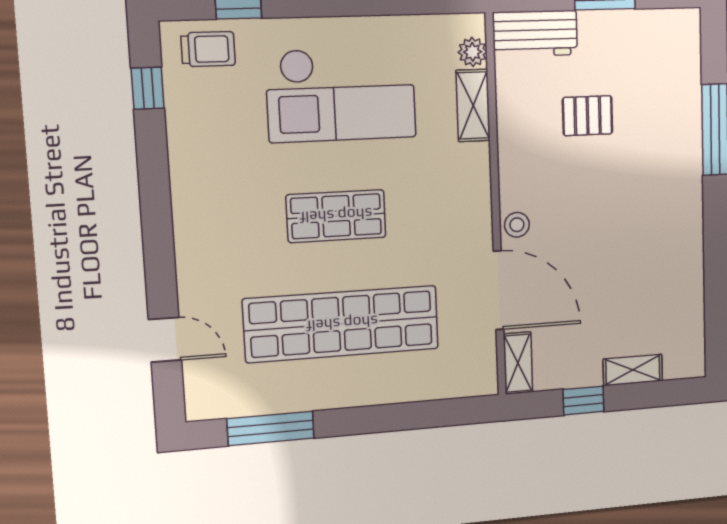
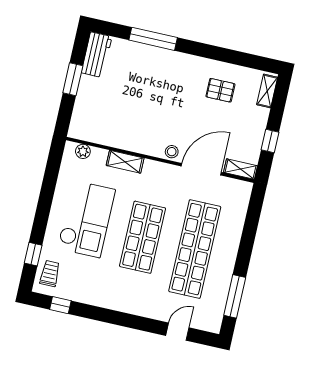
workbench: (535, 34) -> (97, 55), moved
shelving: (473, 105) -> (125, 162), moved
pallet: (588, 116) -> (220, 90), moved, turned 90
shop shelf: (336, 216) -> (143, 237), width x1.43, depth x1.36
shelving: (633, 370) -> (267, 91), moved

